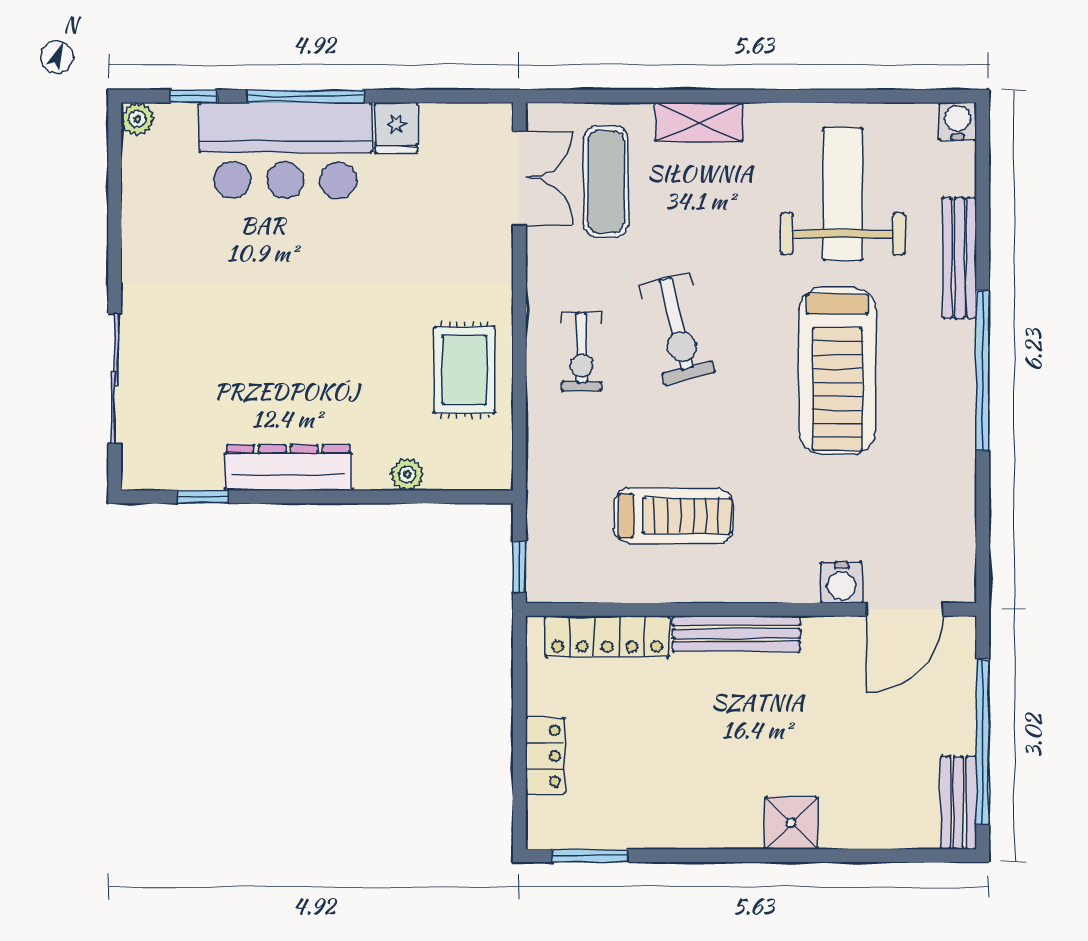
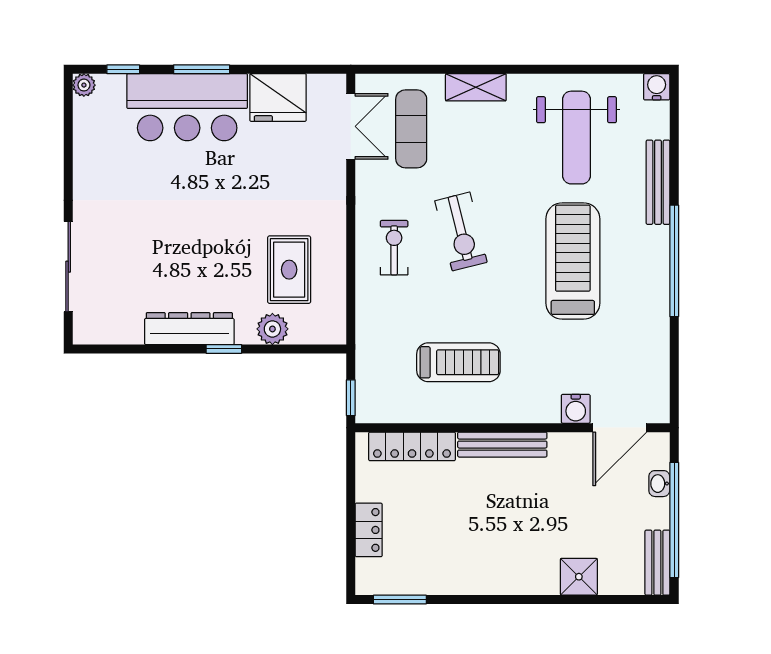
window: (306, 96) -> (202, 69), width x0.69
fridge: (396, 128) -> (278, 98), width x1.88, depth x1.34
weight bench: (843, 194) -> (577, 138), turned 180
exercise bike: (581, 352) -> (394, 248), turned 180
rug: (464, 370) -> (289, 270), moved
treadmill: (837, 371) -> (573, 261), turned 180
plant: (407, 474) -> (272, 329), width x1.38, depth x1.38
window: (203, 497) -> (224, 349), moved
washbasin: (961, 689) -> (659, 484), added
shower: (791, 823) -> (579, 577), moved

